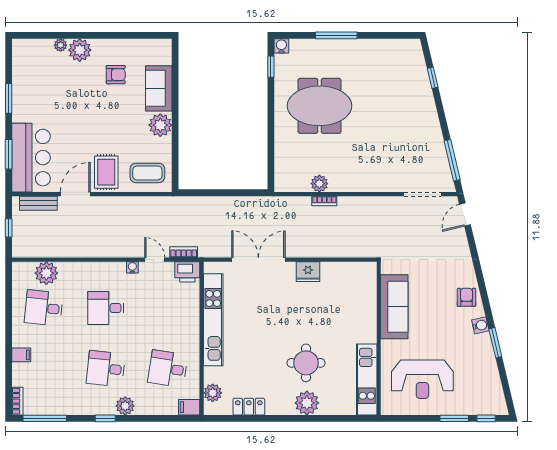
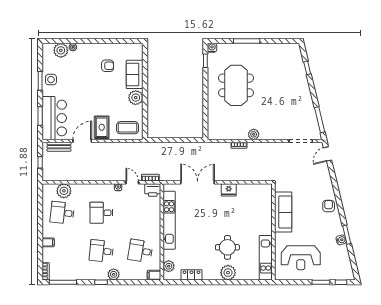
plant: (80, 50) -> (61, 50), moved
side table: (26, 97) -> (51, 80), added
meeting table: (320, 106) -> (236, 85), turned 90
plant: (319, 184) -> (254, 134), moved
water cooler: (480, 325) -> (341, 240), moved

